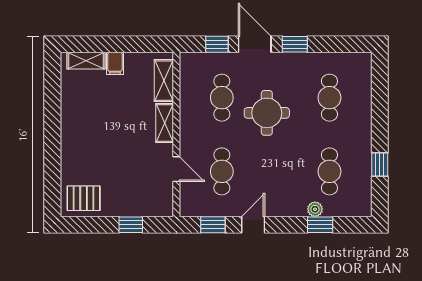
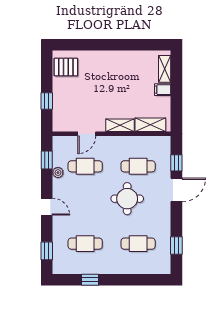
window: (295, 44) -> (176, 245), moved
pallet: (84, 198) -> (66, 67), turned 90
plant: (315, 209) -> (58, 173), moved
door: (253, 225) -> (47, 207), moved
window: (320, 225) -> (47, 251), moved

